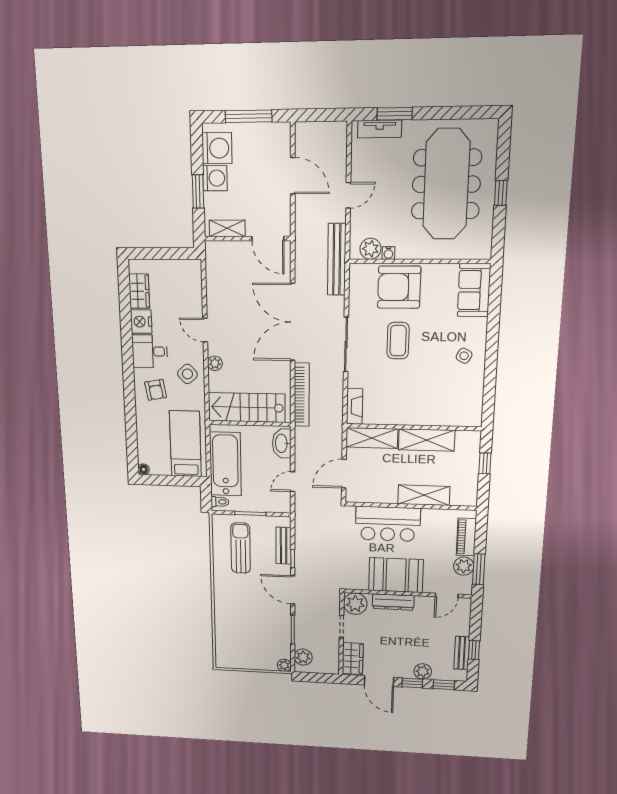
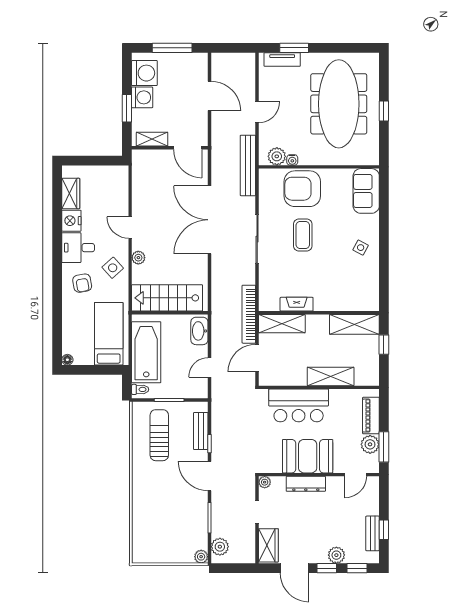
bookcase: (302, 395) -> (249, 314), moved, turned 180
fireplace: (355, 406) -> (297, 304), moved, turned -90
shelving: (427, 440) -> (354, 324), moved
plant: (355, 604) -> (265, 482), width x0.53, depth x0.53

